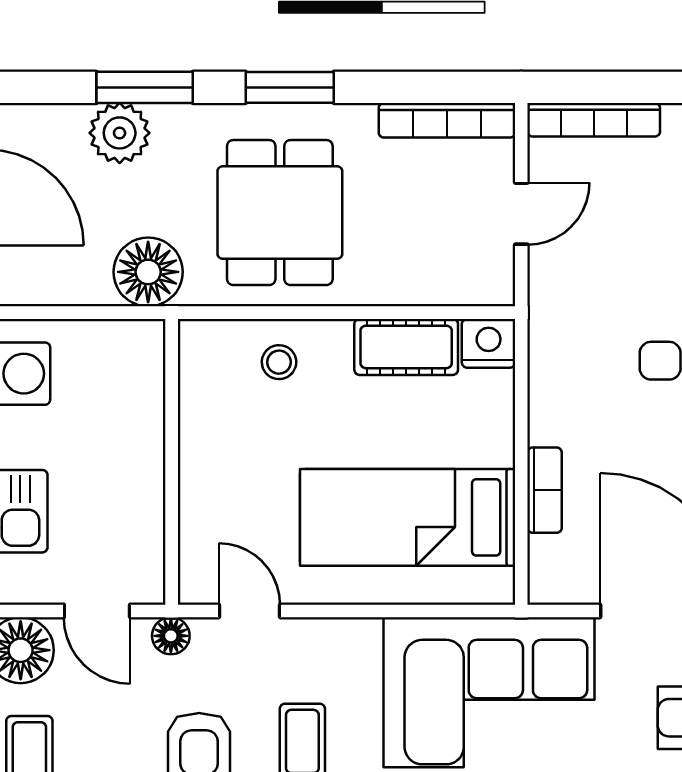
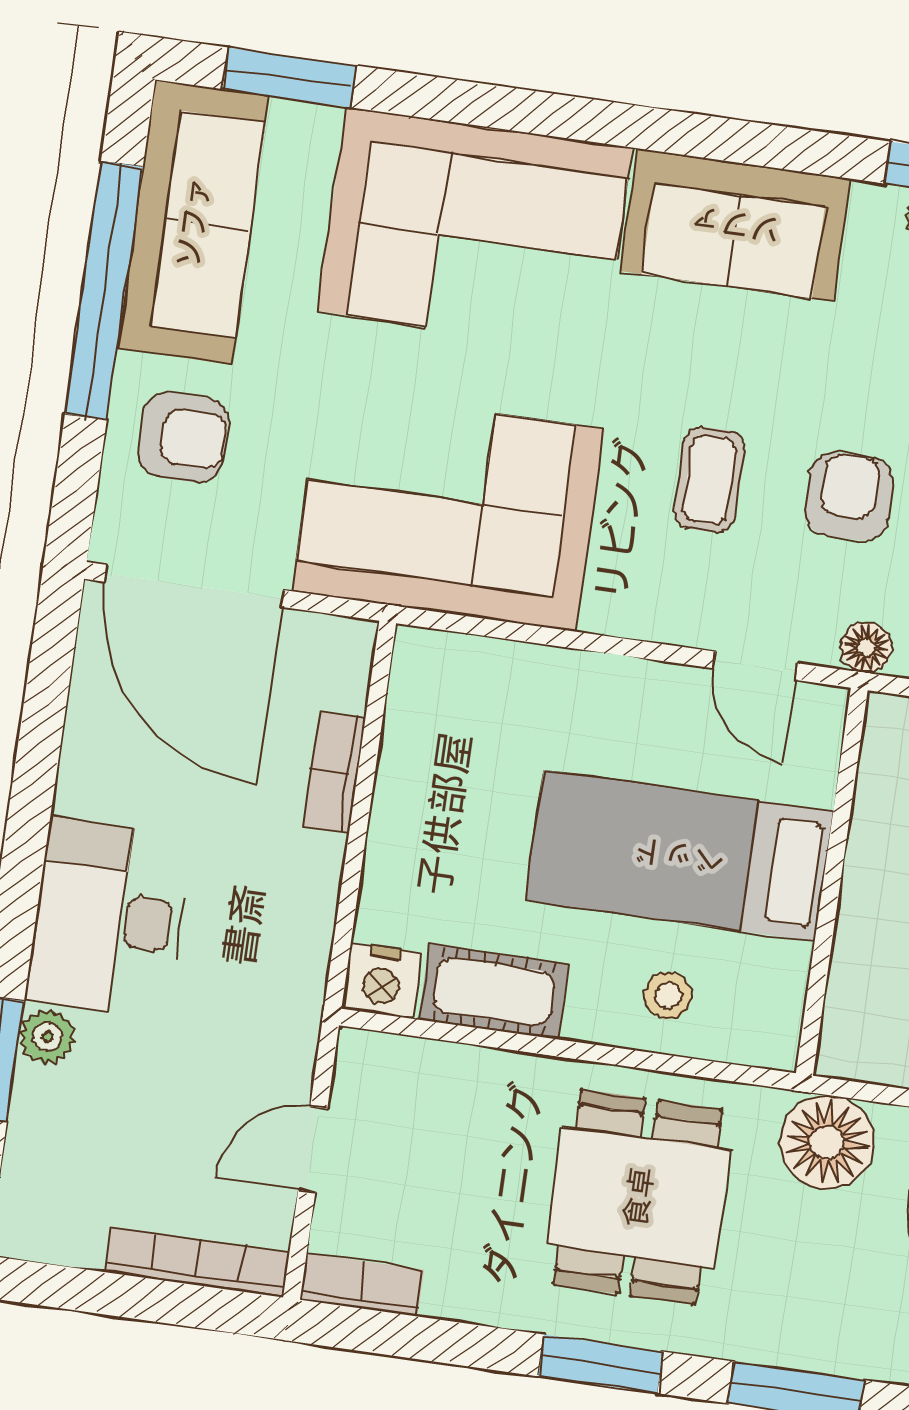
bookcase: (447, 120) -> (362, 1285), width x0.64
plant: (120, 133) -> (839, 1335), removed
bed: (408, 517) -> (679, 856), moved, turned 180

